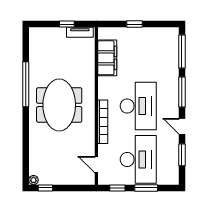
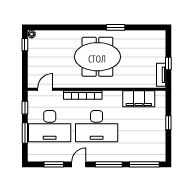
window: (26, 84) -> (116, 27), width x0.47

